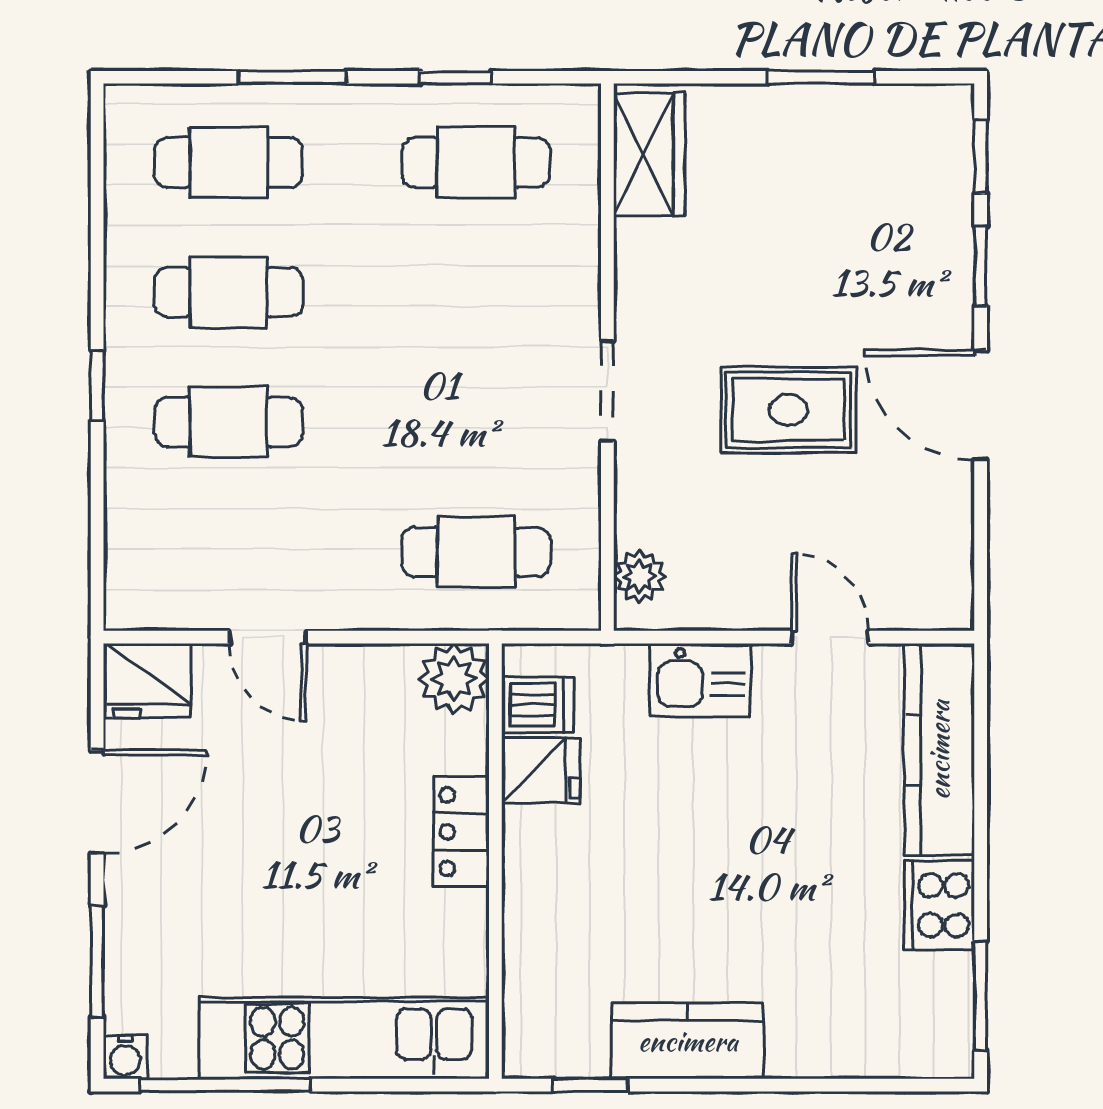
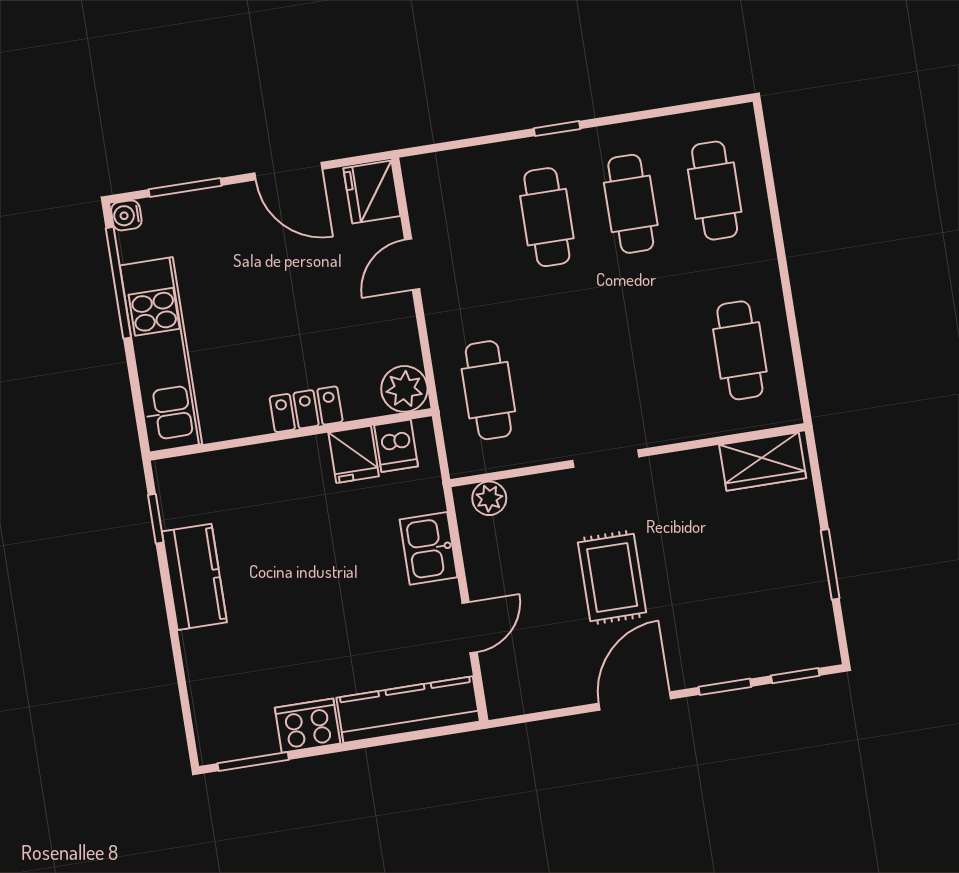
window: (293, 77) -> (776, 223), removed
window: (455, 77) -> (793, 328), removed

